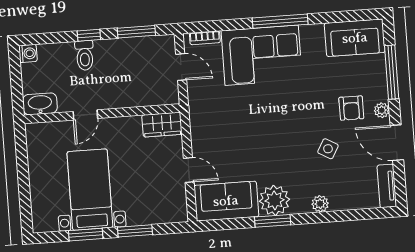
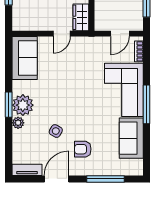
sofa: (355, 38) -> (131, 138), moved
plant: (382, 110) -> (80, 170), removed
door: (189, 170) -> (62, 34), moved
plant: (275, 200) -> (23, 105), moved
window: (273, 221) -> (9, 105), moved

